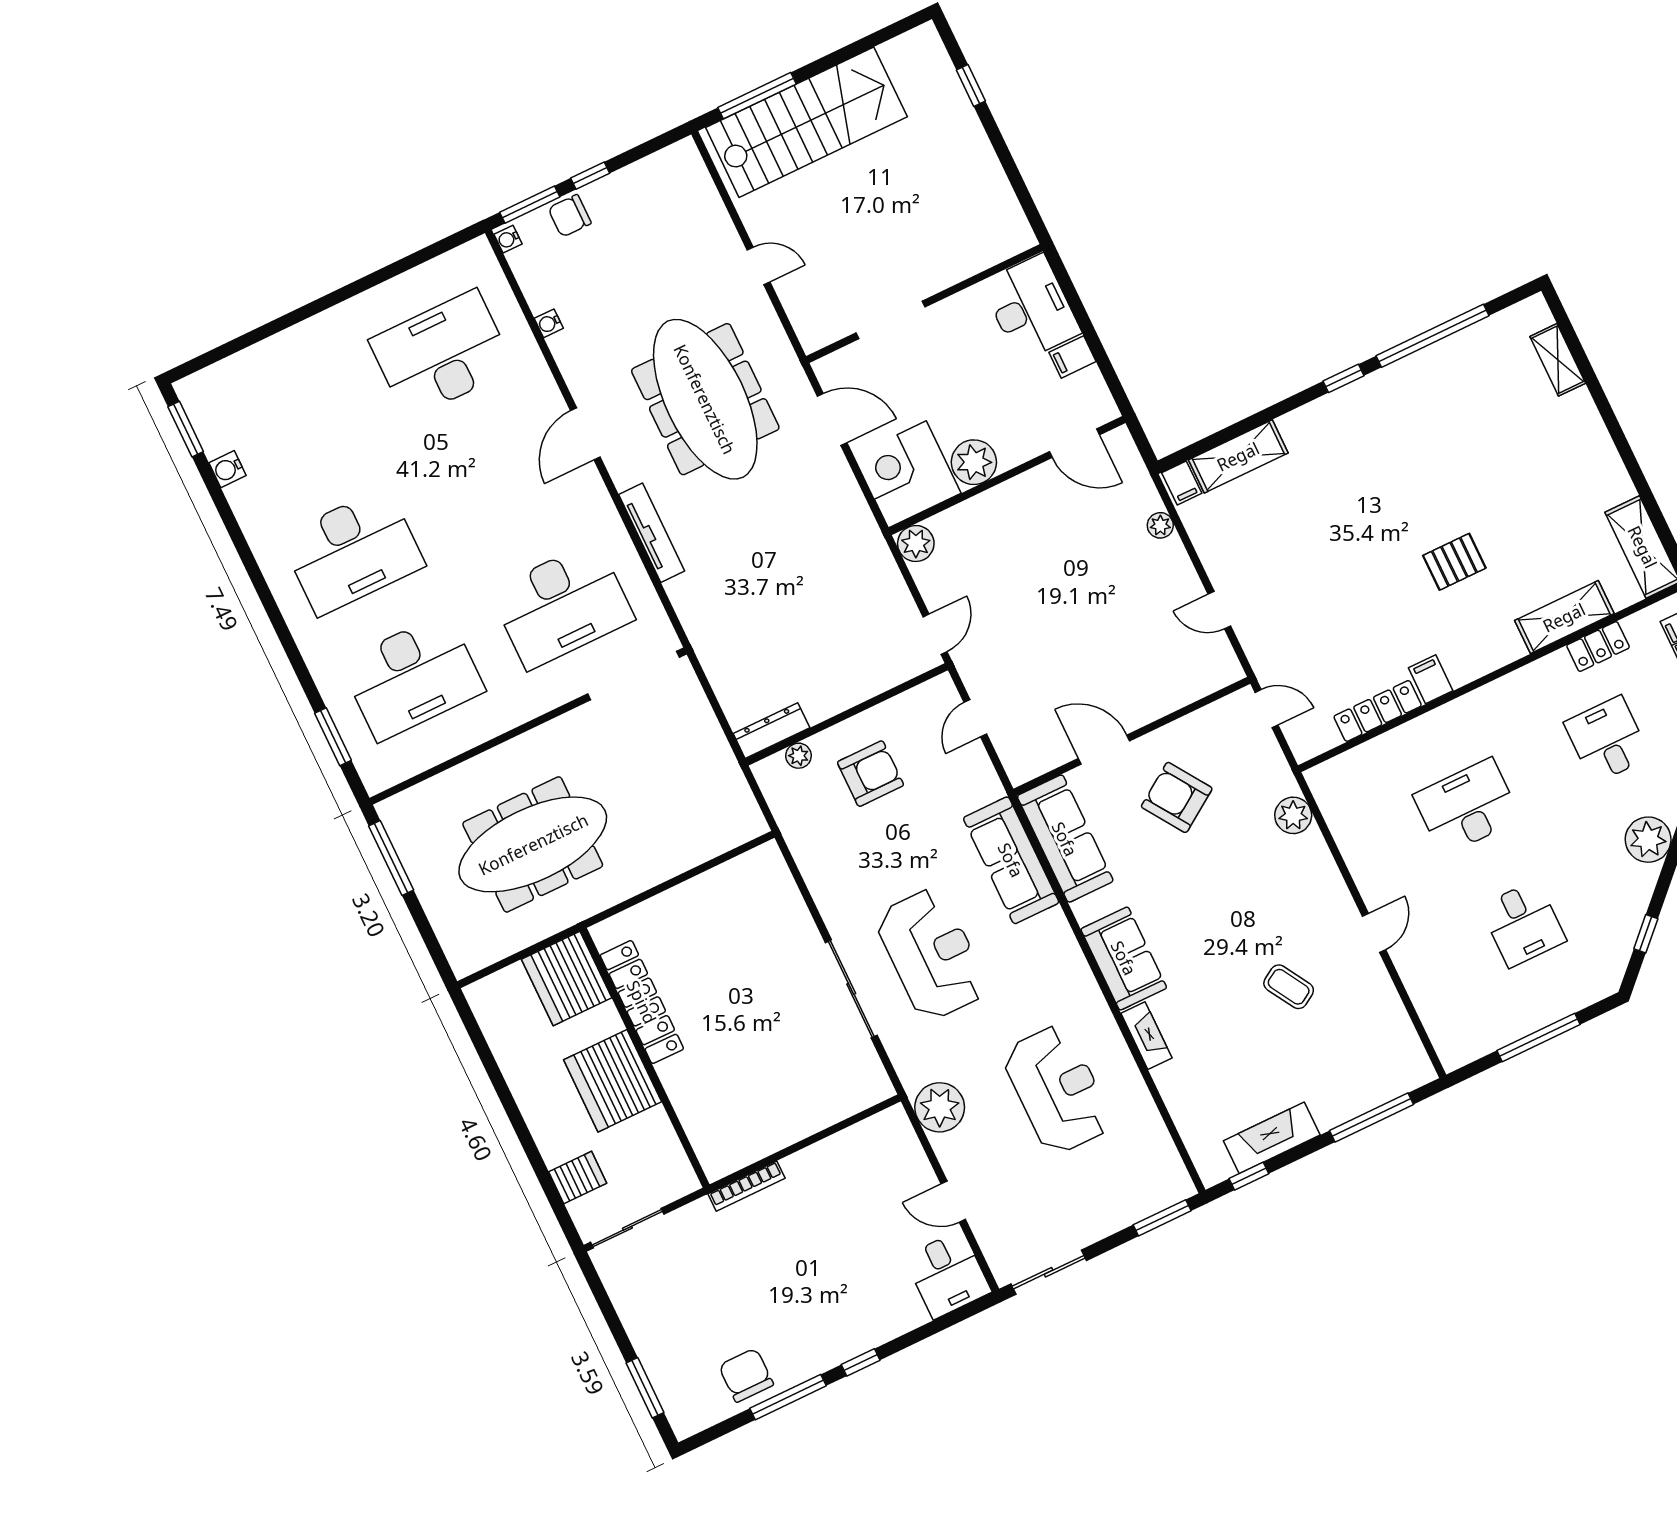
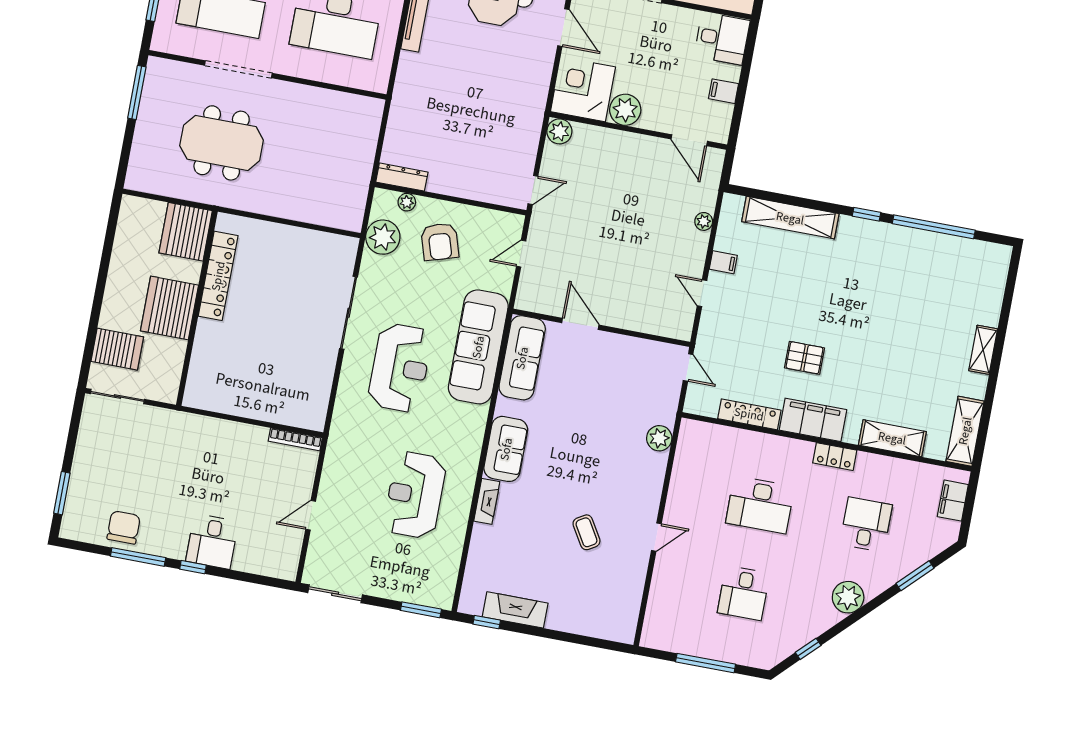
desk: (1031, 308) -> (722, 38), width x0.73
shelving: (1558, 360) -> (983, 350), moved
shelving: (1238, 456) -> (790, 218), width x1.47
filing cabinet: (1182, 483) -> (723, 262), moved, turned -90
pallet: (1454, 562) -> (804, 358), moved
locker: (1598, 647) -> (835, 457), moved
doorway: (633, 676) -> (238, 69), moved
filing cabinet: (1431, 679) -> (813, 420), width x3.00, depth x1.17
armchair: (870, 774) -> (440, 242), turned 73
armchair: (1177, 797) -> (601, 380), removed
desk: (1467, 807) -> (760, 505), turned 180
meeting table: (533, 844) -> (222, 143), width x0.73
sofa: (1011, 860) -> (478, 347), width x1.36, depth x1.27
sliding door: (851, 989) -> (349, 313), moved
reception desk: (1057, 1089) -> (415, 495), turned 180
plant: (940, 1107) -> (383, 237), moved
window: (1372, 1117) -> (579, 639), removed
server rack: (578, 1178) -> (117, 349), width x1.36, depth x1.44
bookcase: (747, 1186) -> (295, 439), moved
door: (953, 1202) -> (311, 515), hinge flipped
desk: (948, 1274) -> (212, 541), moved

